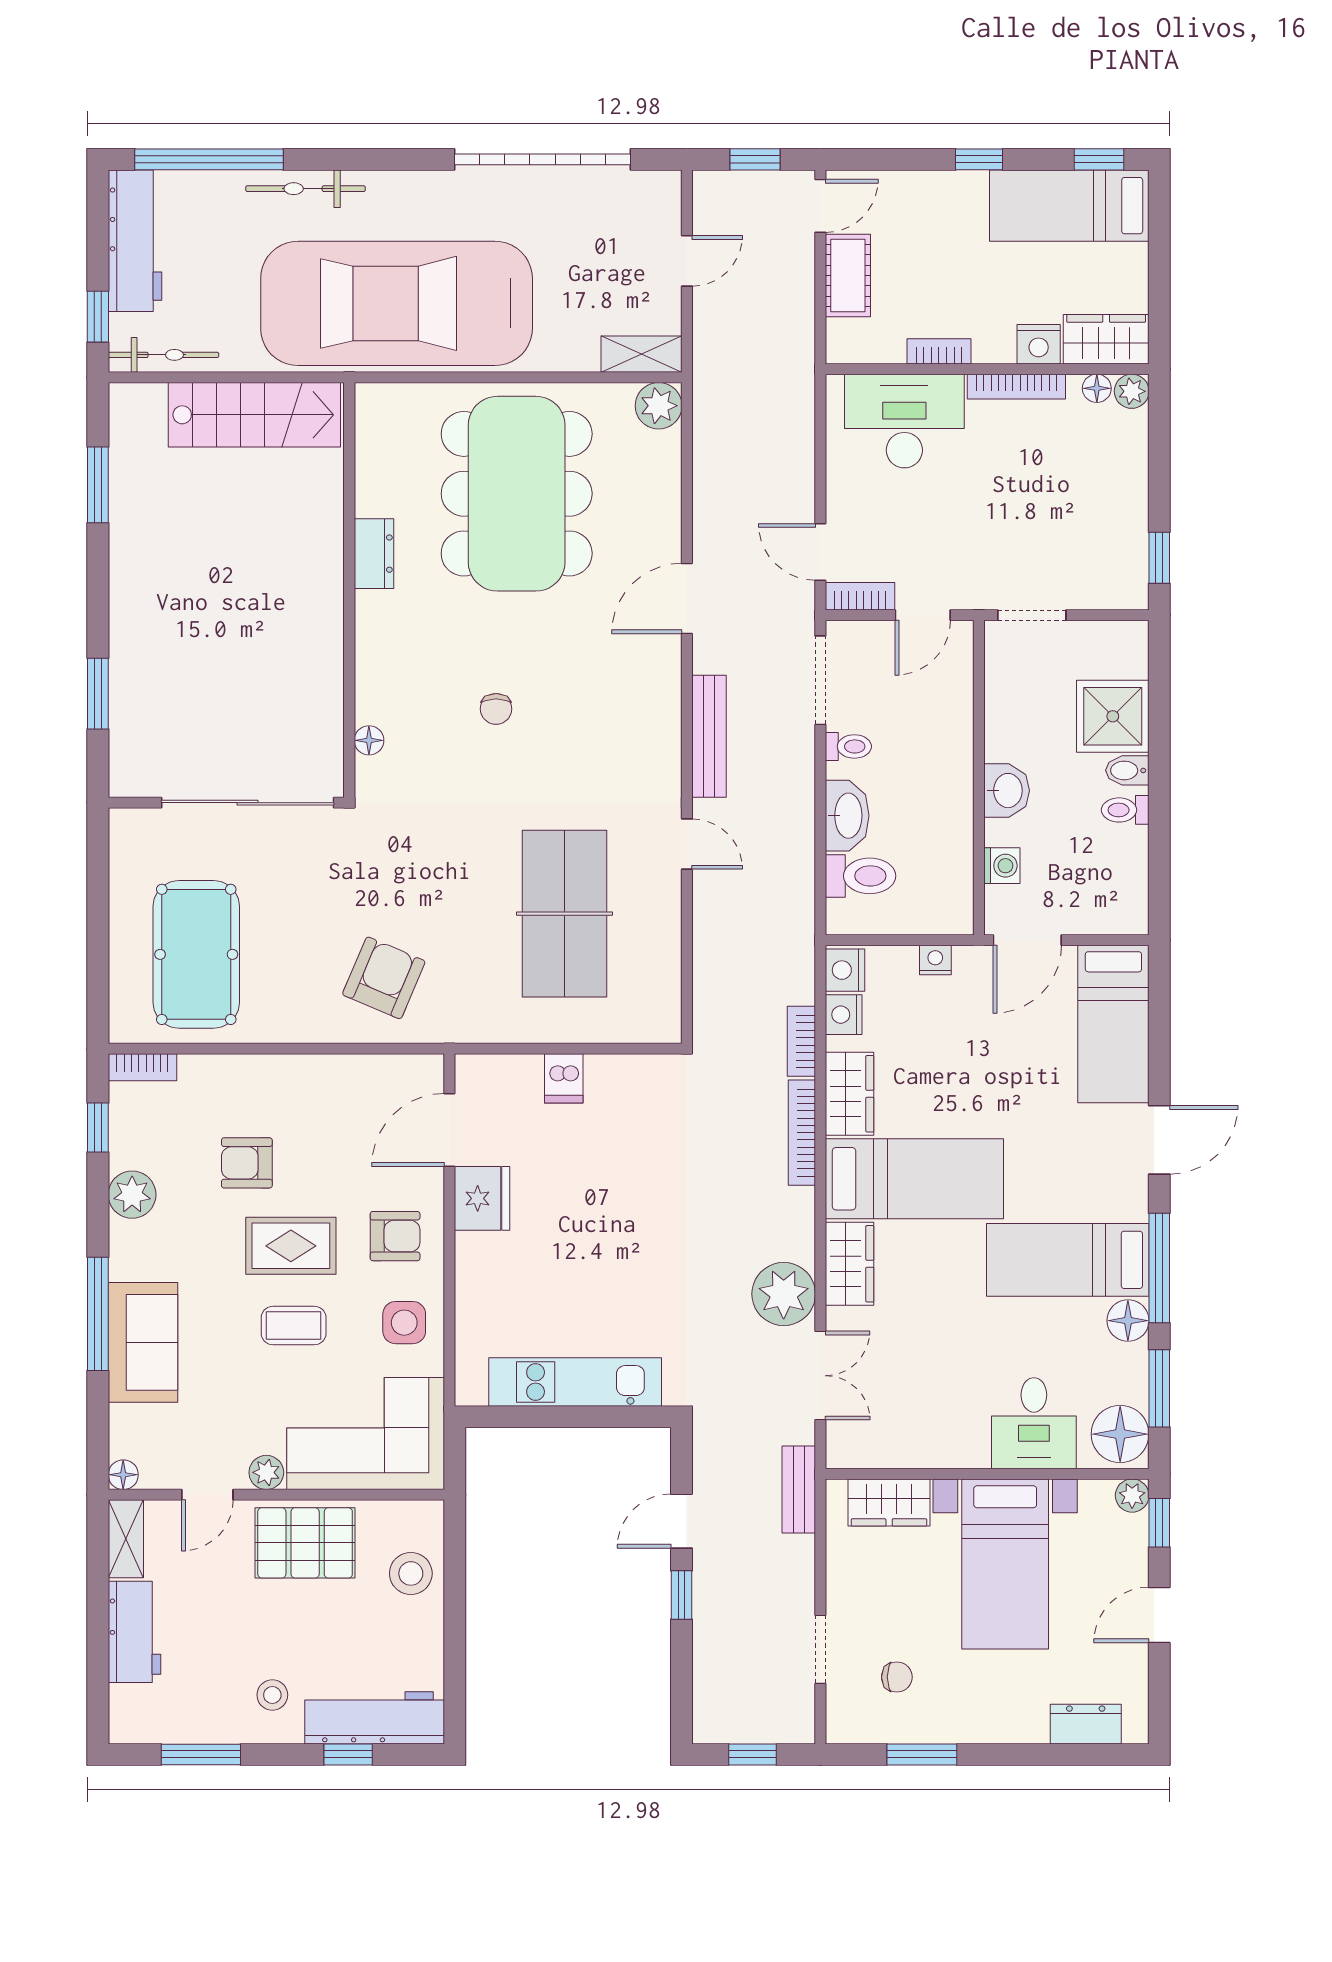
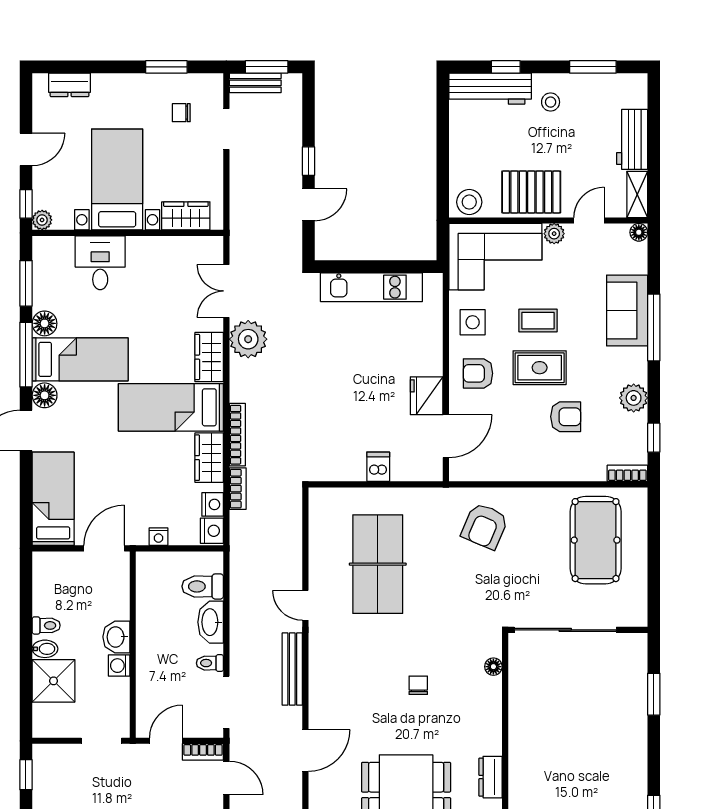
washing machine: (1002, 866) -> (119, 666), moved
floor lamp: (1120, 1434) -> (45, 395), moved, width x0.73, depth x0.73
bench: (799, 1489) -> (255, 83), moved, turned 90
stool: (411, 1573) -> (469, 202), moved
window: (753, 1754) -> (267, 67), width x1.50

